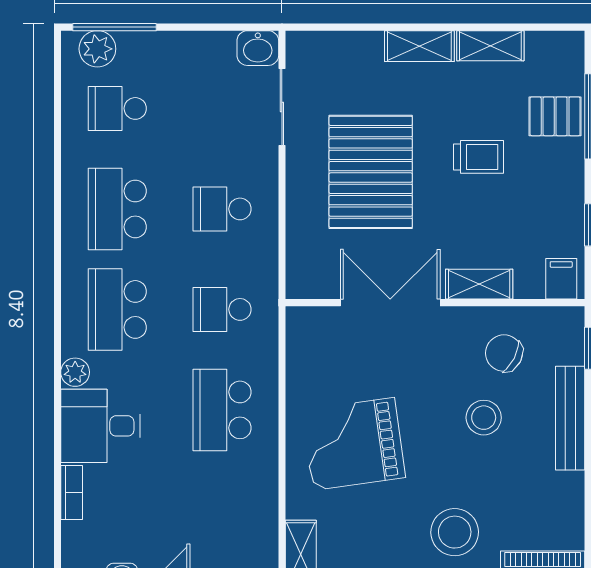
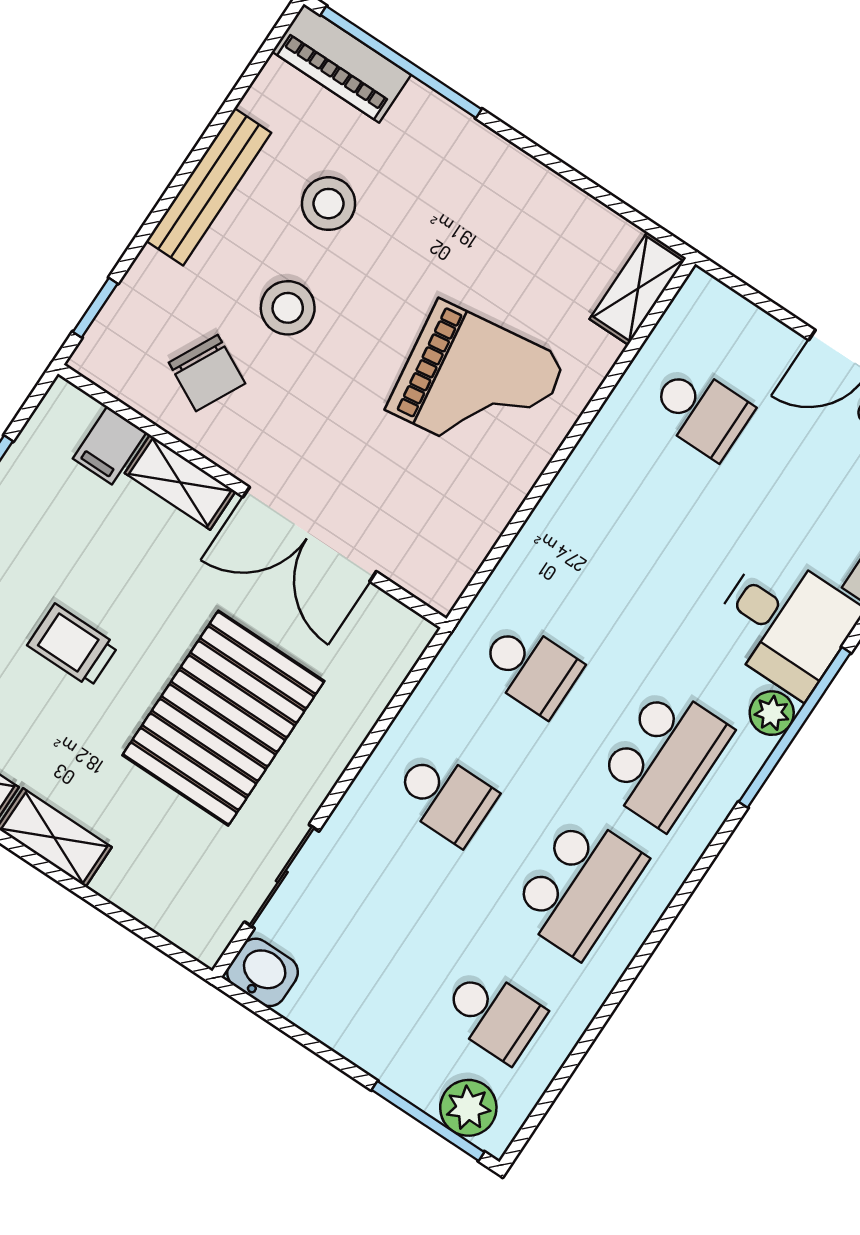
filing cabinet: (561, 279) -> (110, 445), moved
window: (57, 373) -> (795, 727), added
school desk: (222, 410) -> (701, 411), moved, width x0.54
bench: (570, 418) -> (209, 187), moved
stool: (455, 532) -> (329, 204), moved, width x0.73, depth x0.73

